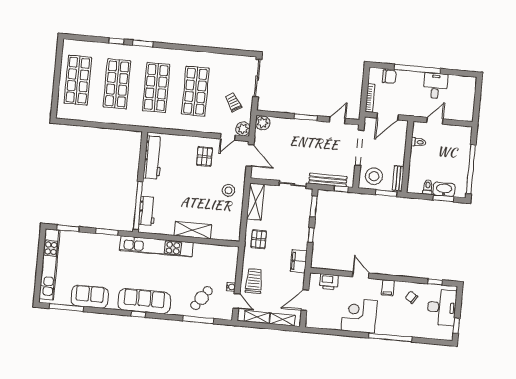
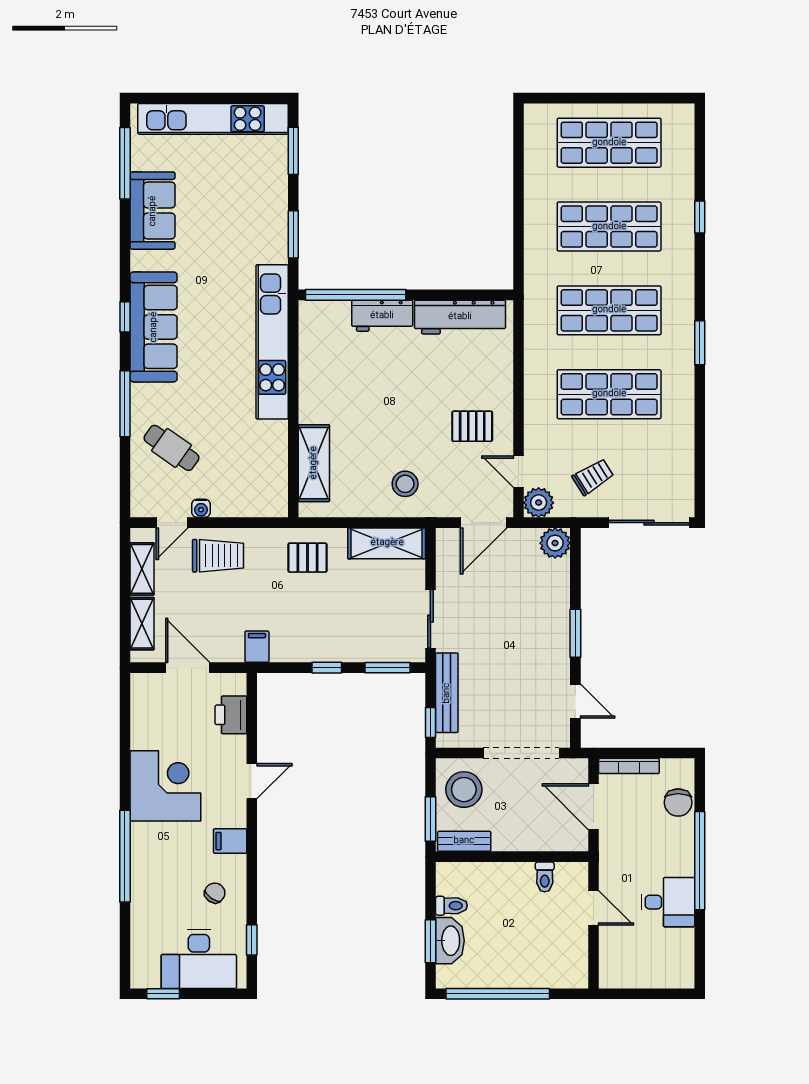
window: (143, 44) -> (700, 343), moved
workbench: (147, 211) -> (382, 316), moved
shelving: (193, 230) -> (314, 463), moved
filing cabinet: (299, 261) -> (257, 647), width x0.50
window: (198, 320) -> (125, 404), moved

